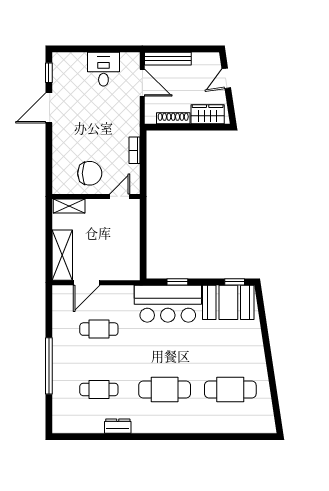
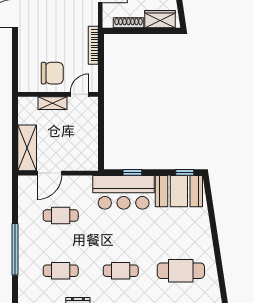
bookcase: (135, 150) -> (93, 45), width x1.56
shelving: (69, 206) -> (53, 103), moved
cafe table: (165, 389) -> (121, 271), width x0.73, depth x0.74

